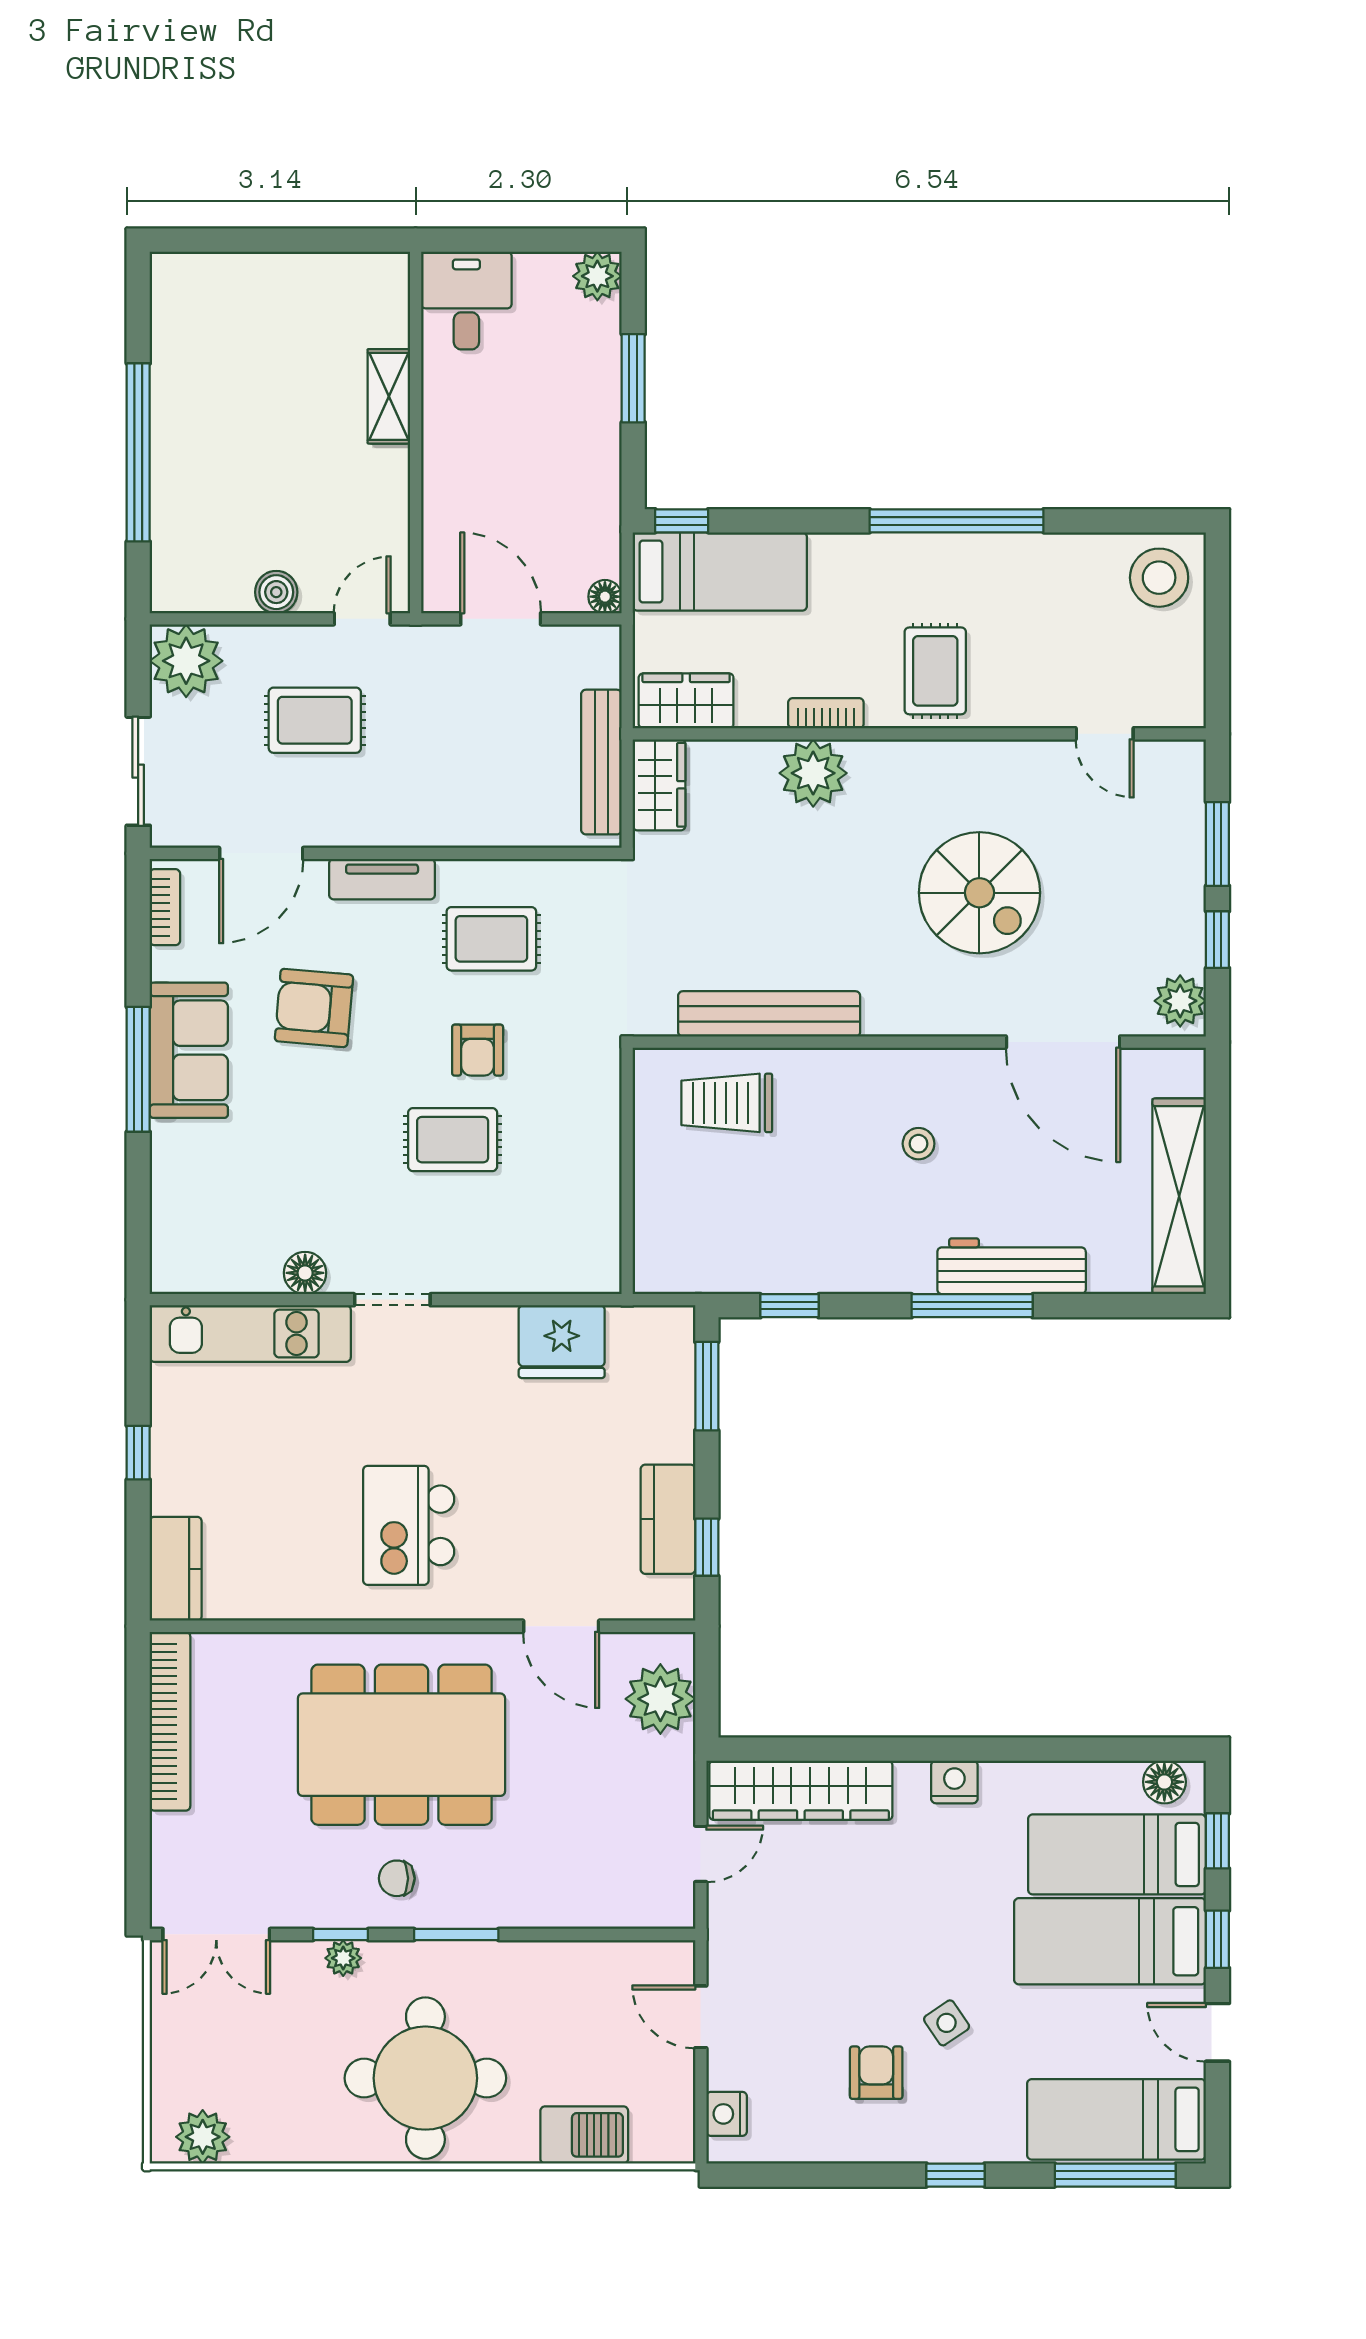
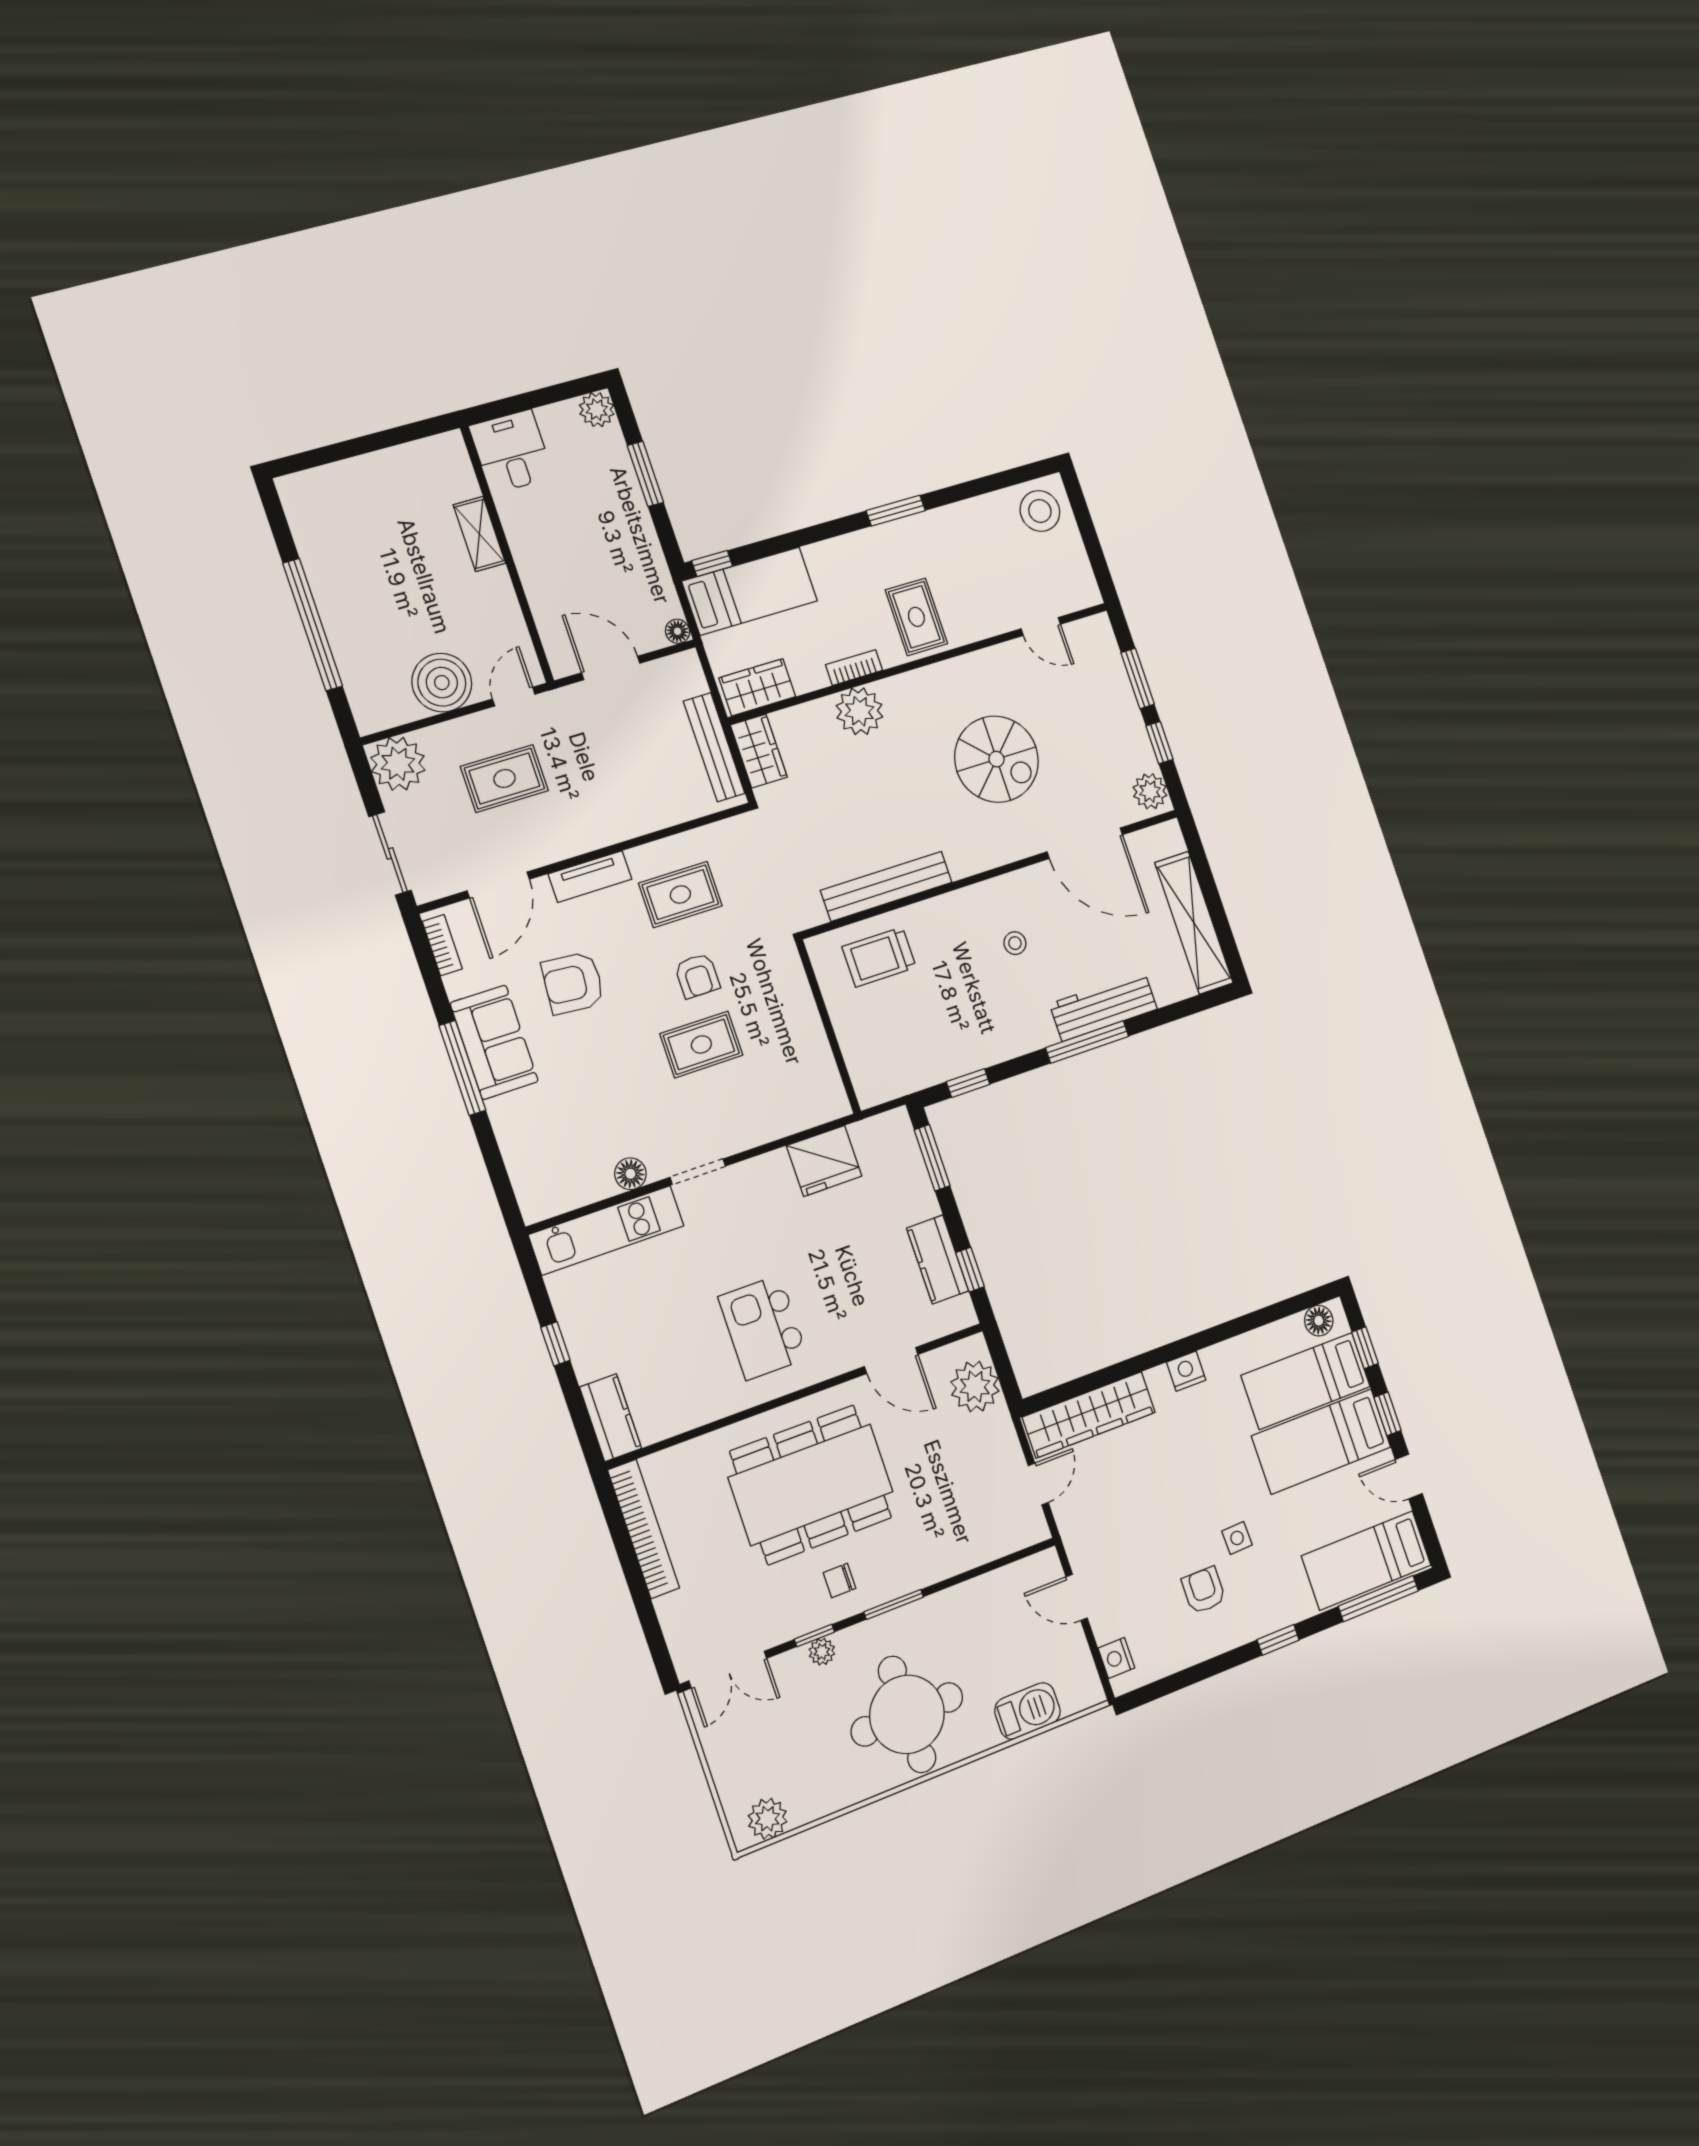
window: (957, 521) -> (896, 511), width x0.47
boiler: (276, 592) -> (442, 683), width x1.86, depth x1.86
side table: (947, 2023) -> (1237, 1538), turned 32

